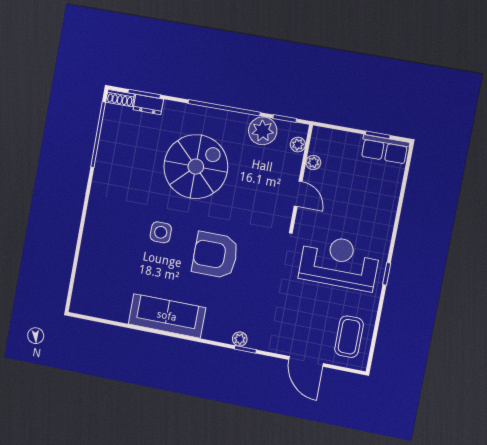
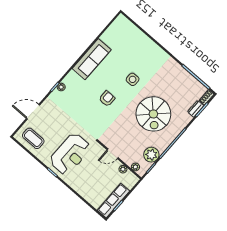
row of seats: (385, 149) -> (114, 201), width x1.48
armchair: (215, 255) -> (107, 99), width x0.53, depth x0.53

